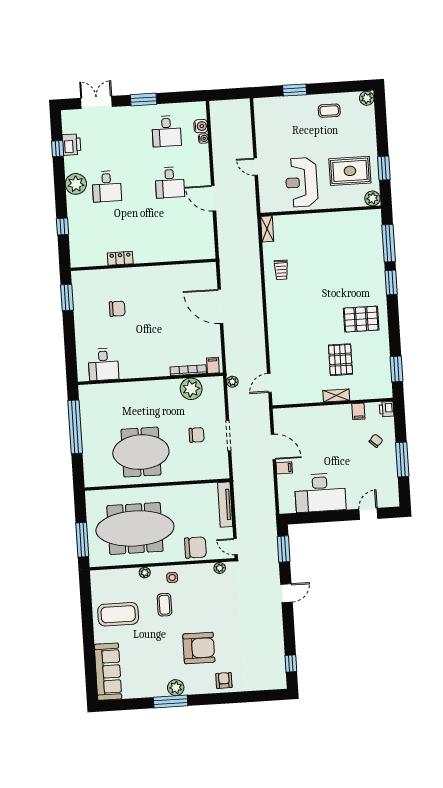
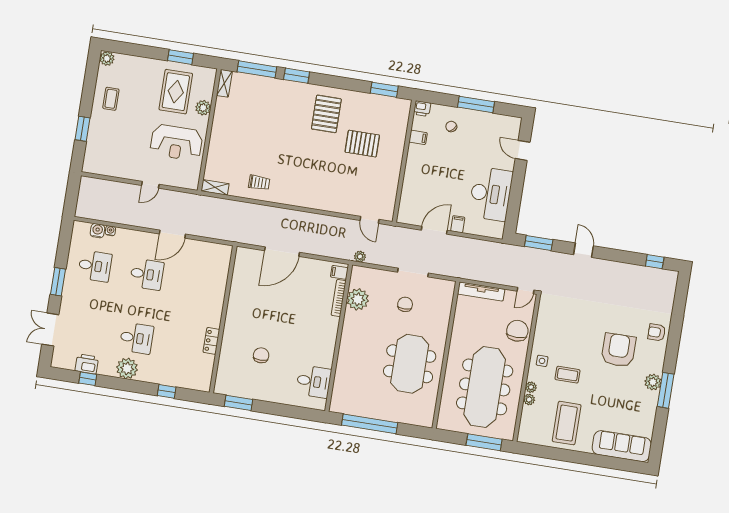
plant: (372, 198) -> (203, 108), moved
shelving: (336, 396) -> (224, 83), moved
plant: (220, 568) -> (529, 399), moved

